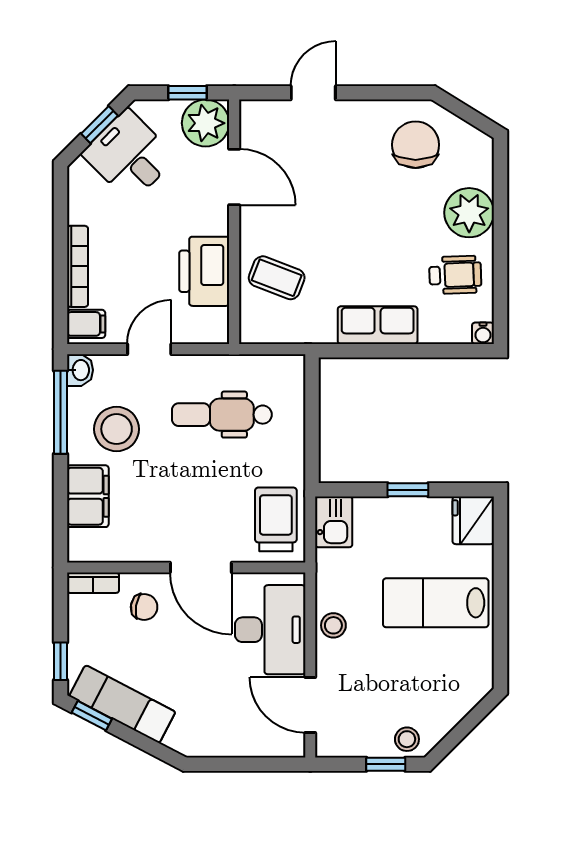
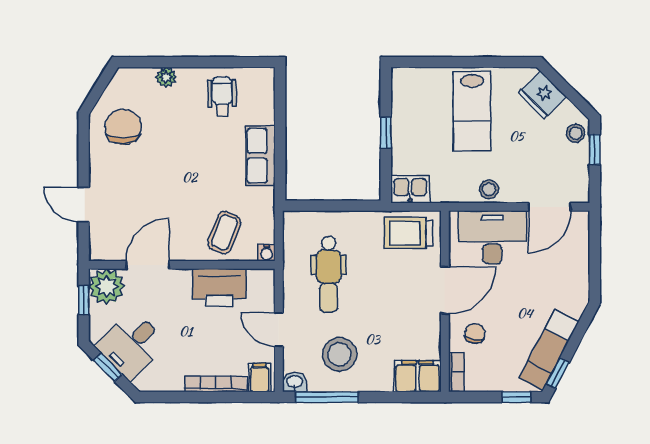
chair: (416, 145) -> (123, 127), turned 90
plant: (469, 213) -> (166, 77), width x0.53, depth x0.53
water cooler: (483, 333) -> (267, 253), moved, turned 90
filing cabinet: (88, 496) -> (418, 376), moved
fridge: (473, 520) -> (543, 95), moved, turned 45

